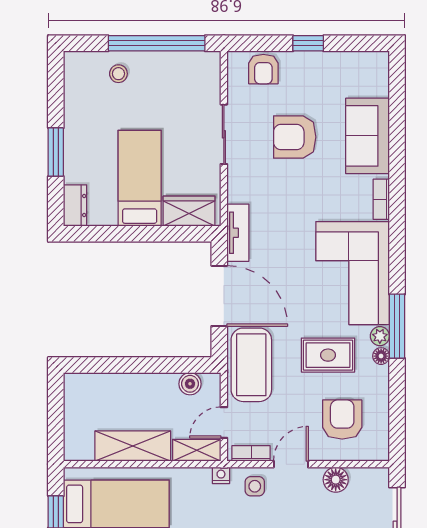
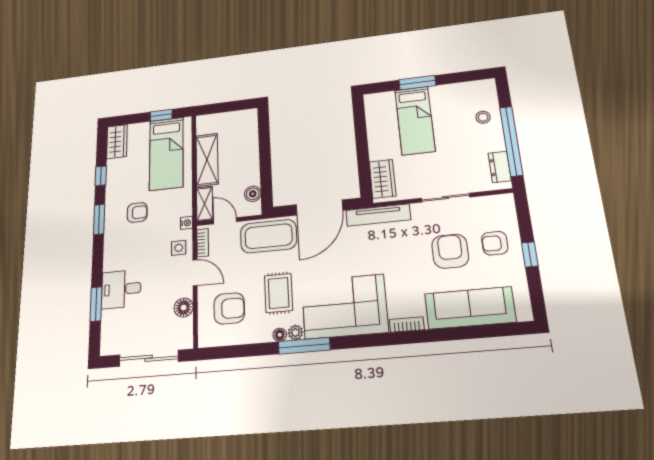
armchair: (263, 69) -> (495, 243), moved
sofa: (367, 136) -> (470, 308), width x1.36
bed: (140, 178) -> (415, 121), moved, turned 90
dresser: (75, 205) -> (500, 167), moved, turned 90
tv unit: (238, 233) -> (378, 215), width x1.41

